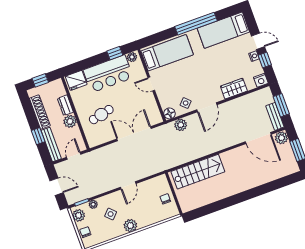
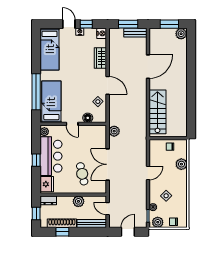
window: (196, 24) -> (36, 92), moved
door: (258, 41) -> (69, 24), hinge flipped
window: (115, 53) -> (36, 160), moved
door: (151, 84) -> (72, 124), hinge flipped
dresser: (65, 105) -> (48, 200), moved
floor lamp: (169, 113) -> (88, 118), moved
plant: (181, 125) -> (114, 131), moved
double door: (134, 134) -> (108, 164), moved
window: (38, 136) -> (62, 232), moved
door: (258, 138) -> (148, 67), moved
plant: (281, 138) -> (181, 34), moved
door: (128, 185) -> (148, 173), hinge flipped
plant: (130, 226) -> (181, 164), moved

